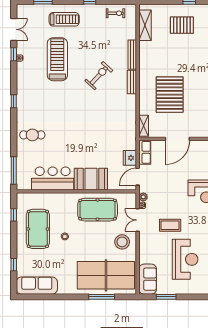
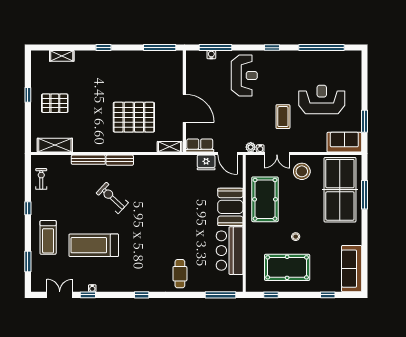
treadmill: (64, 19) -> (48, 237), turned 180
pallet: (182, 25) -> (55, 103), turned 90

